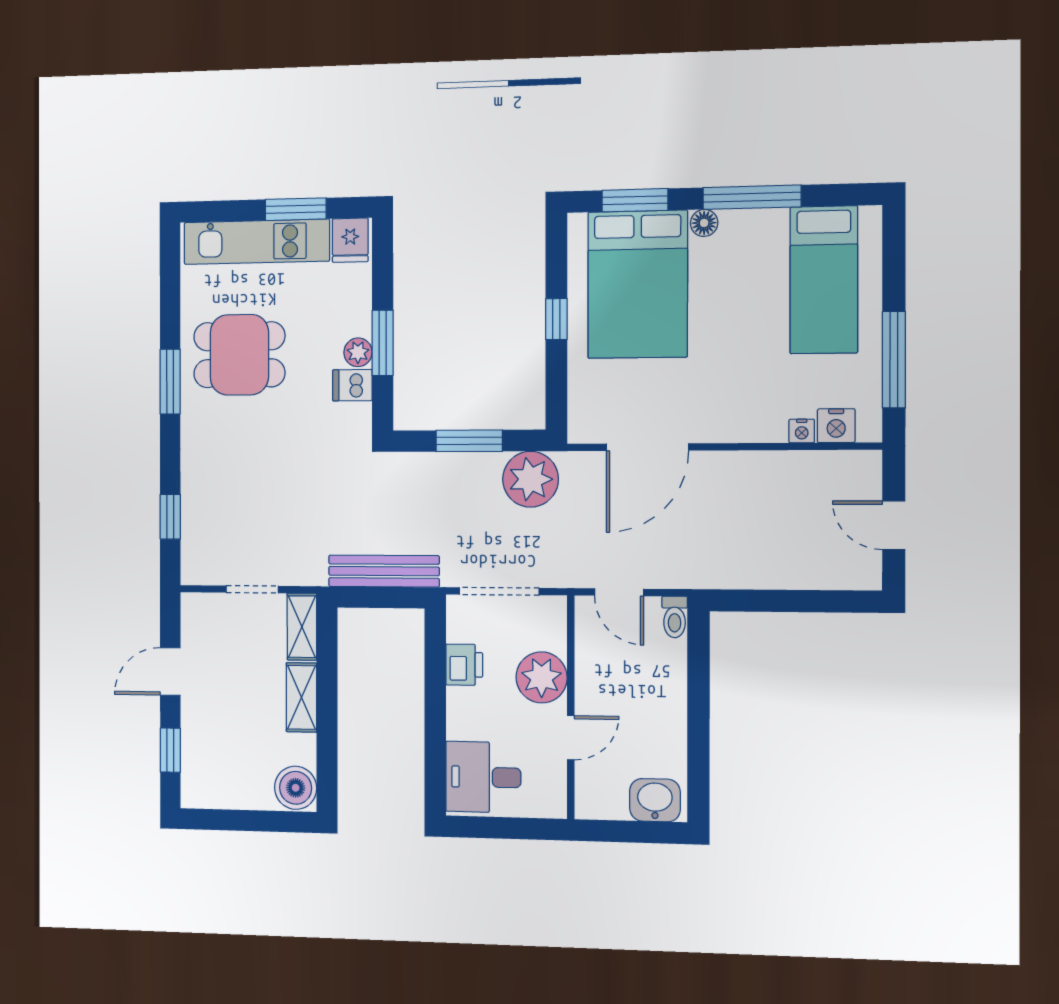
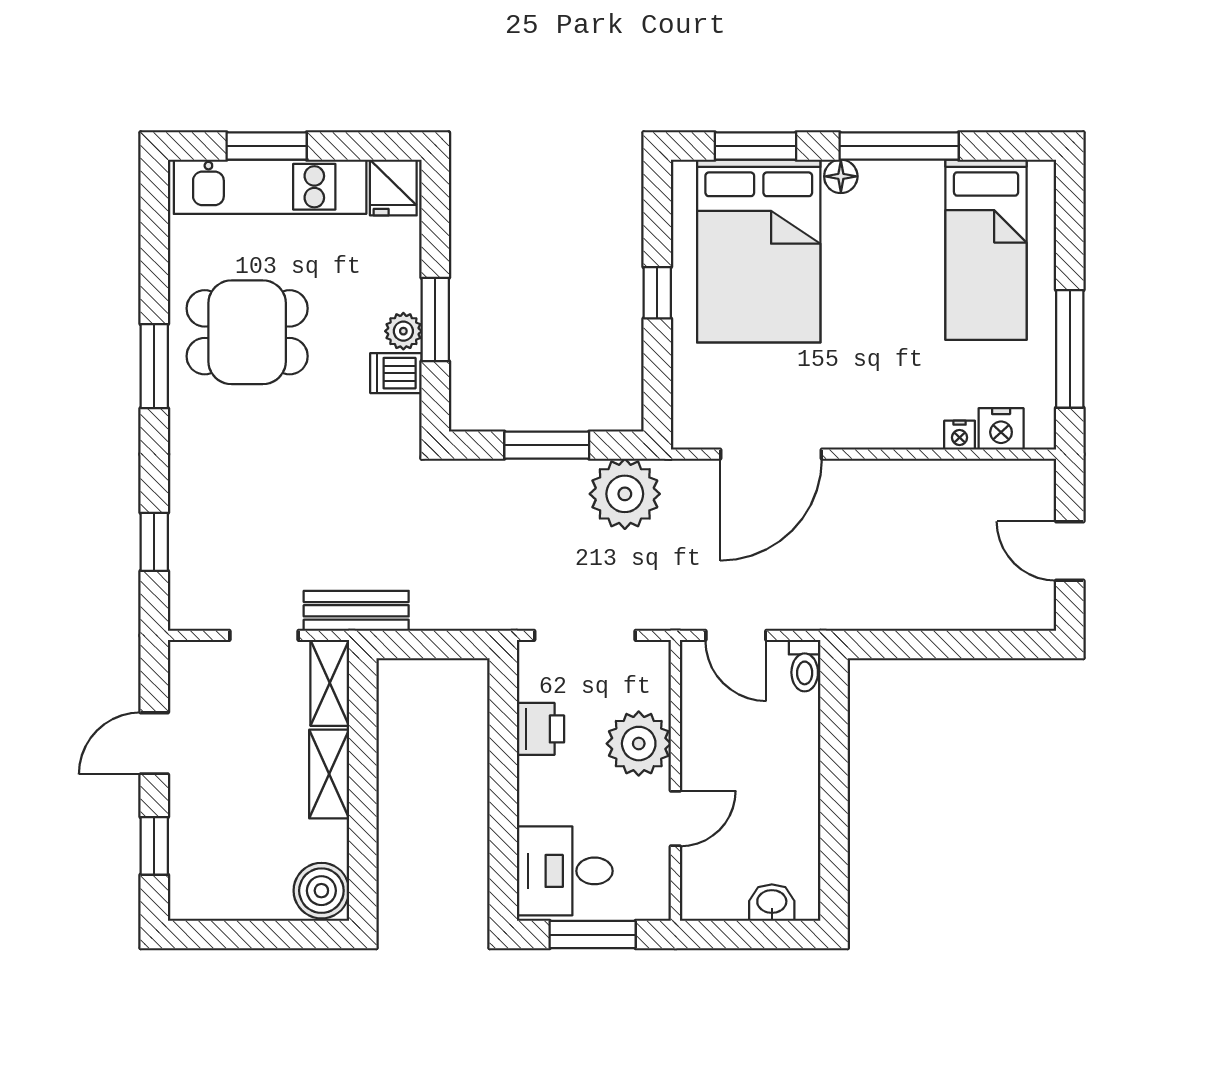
window: (296, 209) -> (267, 146), moved
bench: (384, 571) -> (356, 611), moved, width x0.73
washbasin: (655, 800) -> (772, 903), width x0.72, depth x0.69
window: (505, 828) -> (593, 935), added

